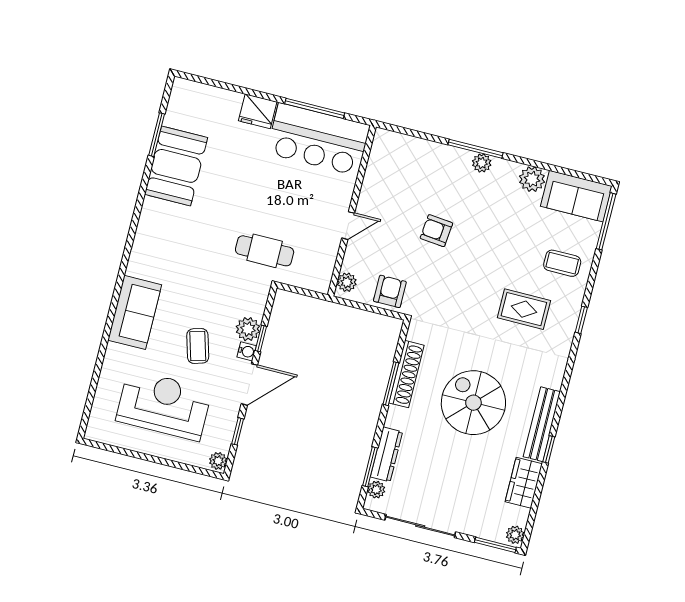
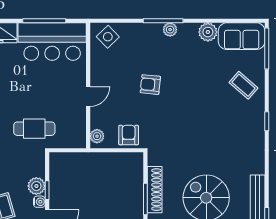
side table: (395, 152) -> (108, 37), added
coffee table: (562, 263) -> (244, 85), turned 41
rug: (524, 309) -> (225, 124), removed

